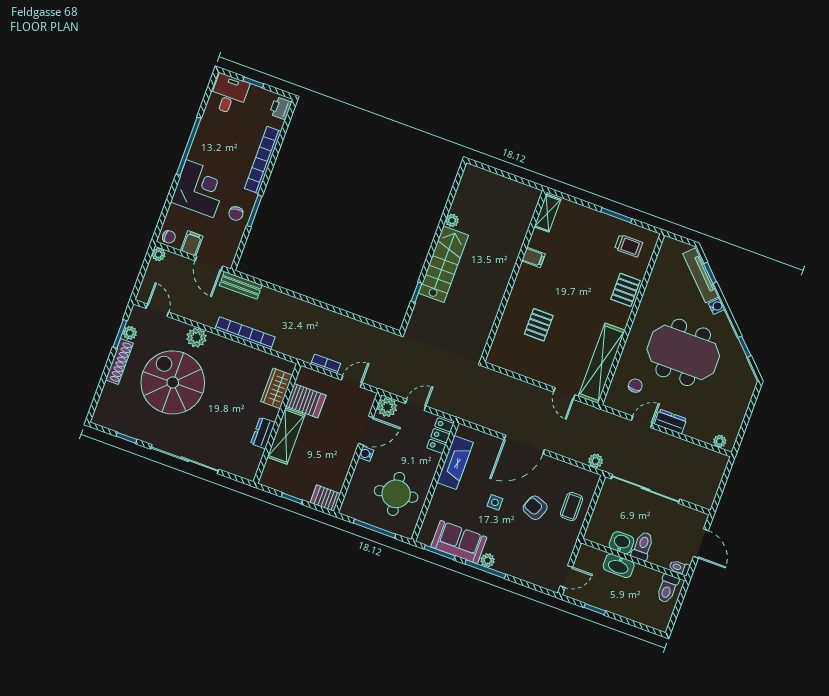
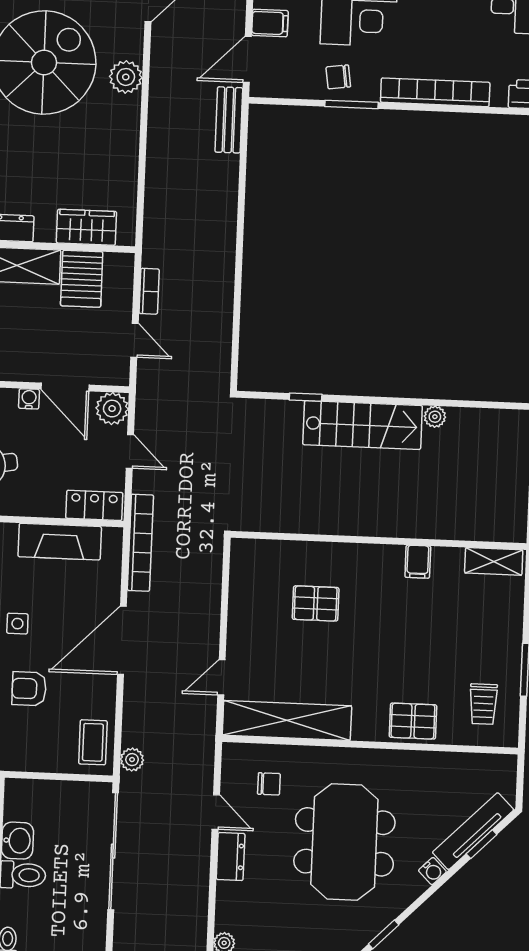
bookcase: (245, 333) -> (140, 543), moved
door: (524, 445) -> (122, 640), hinge flipped
coffee table: (572, 507) -> (93, 742), moved, turned 90
armchair: (535, 508) -> (29, 689), turned -111

